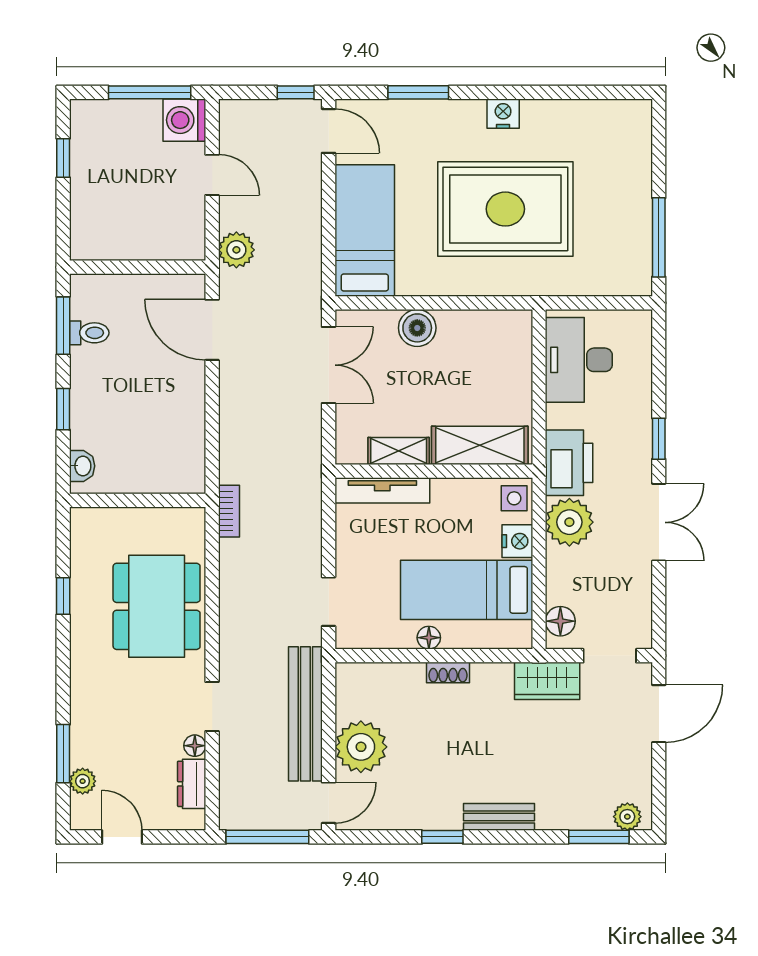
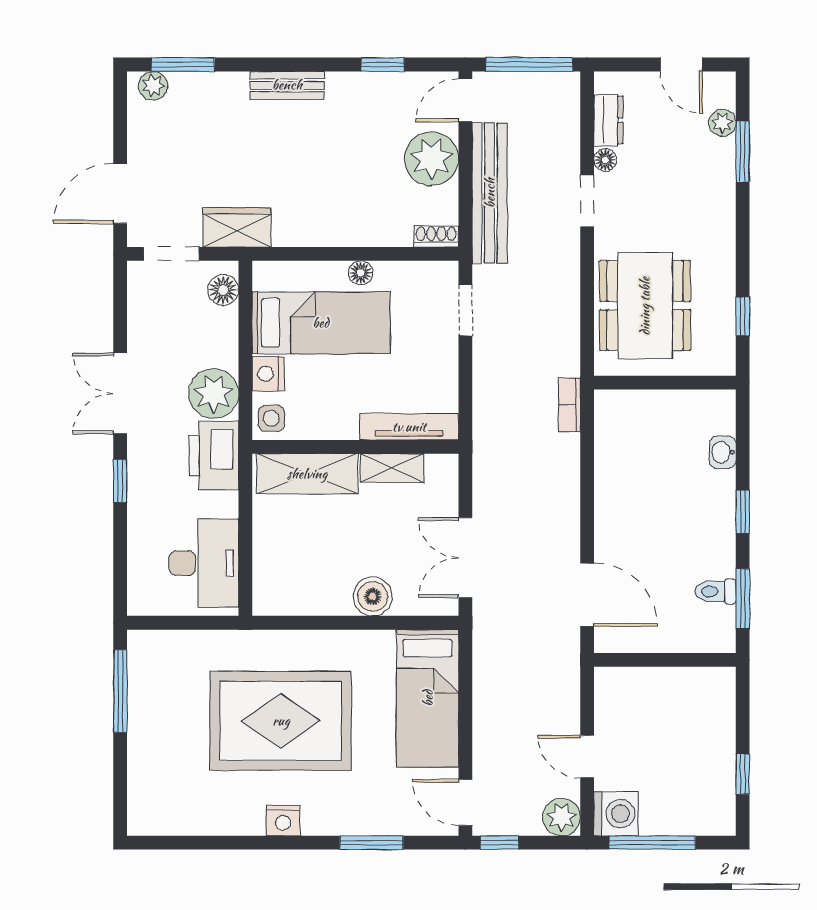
plant: (236, 250) -> (562, 817), moved
wall: (138, 500) -> (665, 383), moved
shoe rack: (448, 673) -> (436, 236), moved
window: (442, 837) -> (383, 65), moved

